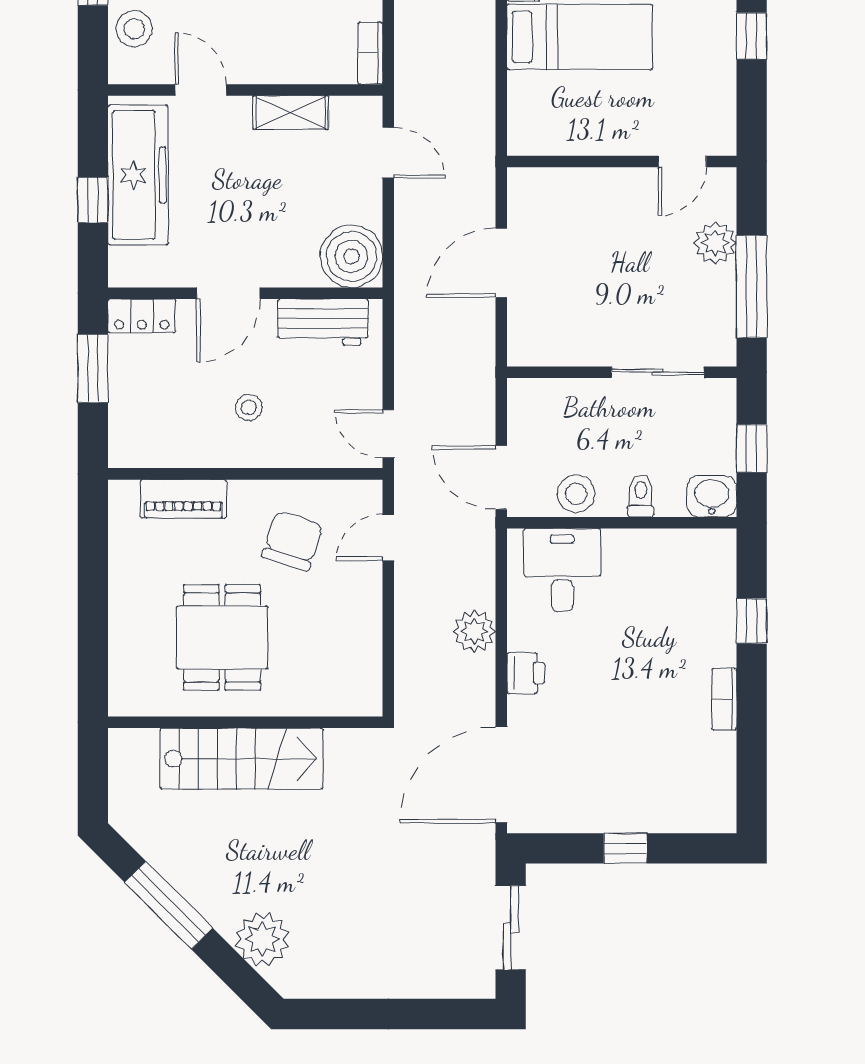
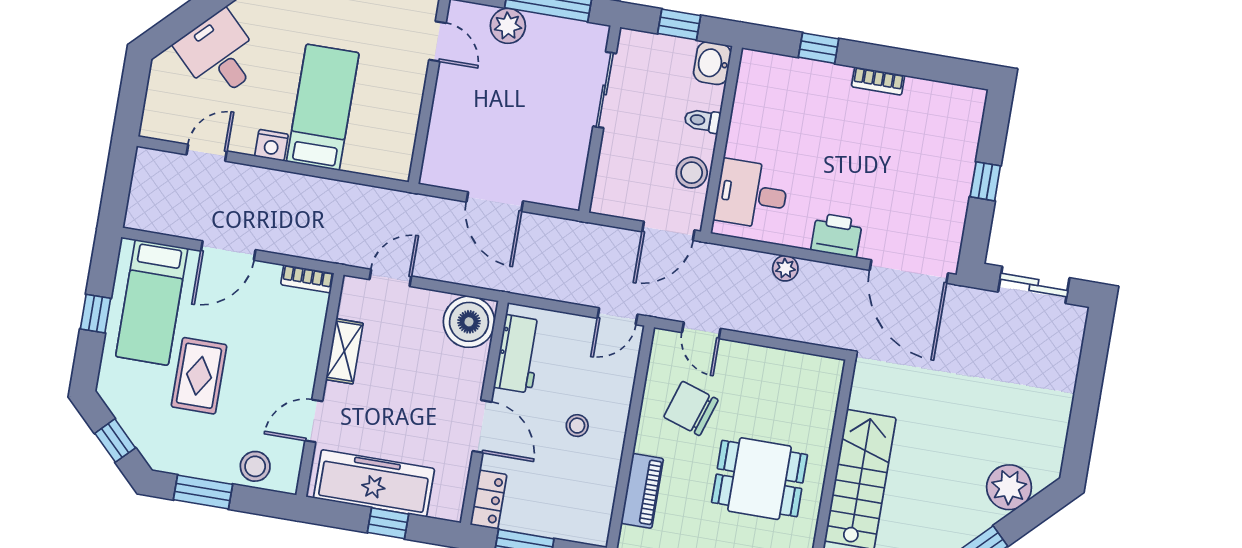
plant: (474, 631) -> (785, 268), width x0.73, depth x0.73
printer: (526, 673) -> (837, 235), width x1.36, depth x1.24

